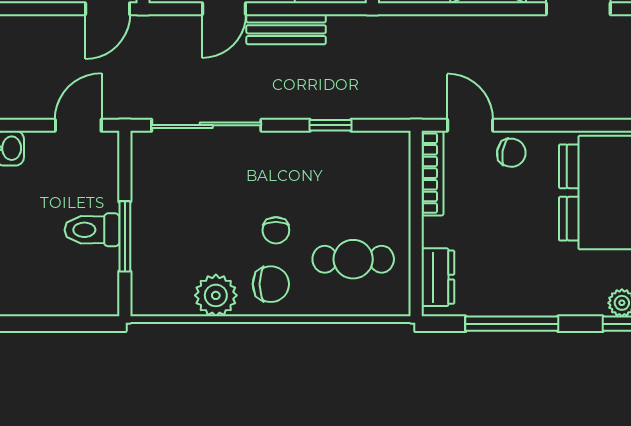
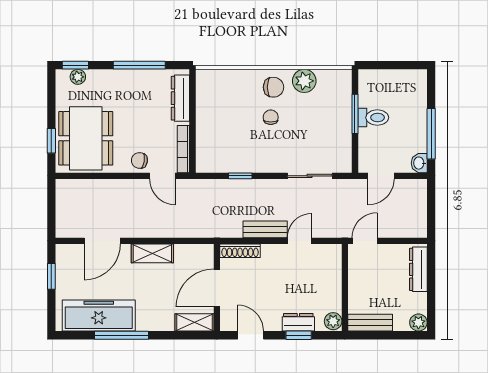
sliding door: (206, 125) -> (310, 176), width x0.73
cafe table: (353, 259) -> (228, 101), removed
dresser: (438, 277) -> (180, 98), width x1.44
chair: (271, 284) -> (274, 87), turned 180

